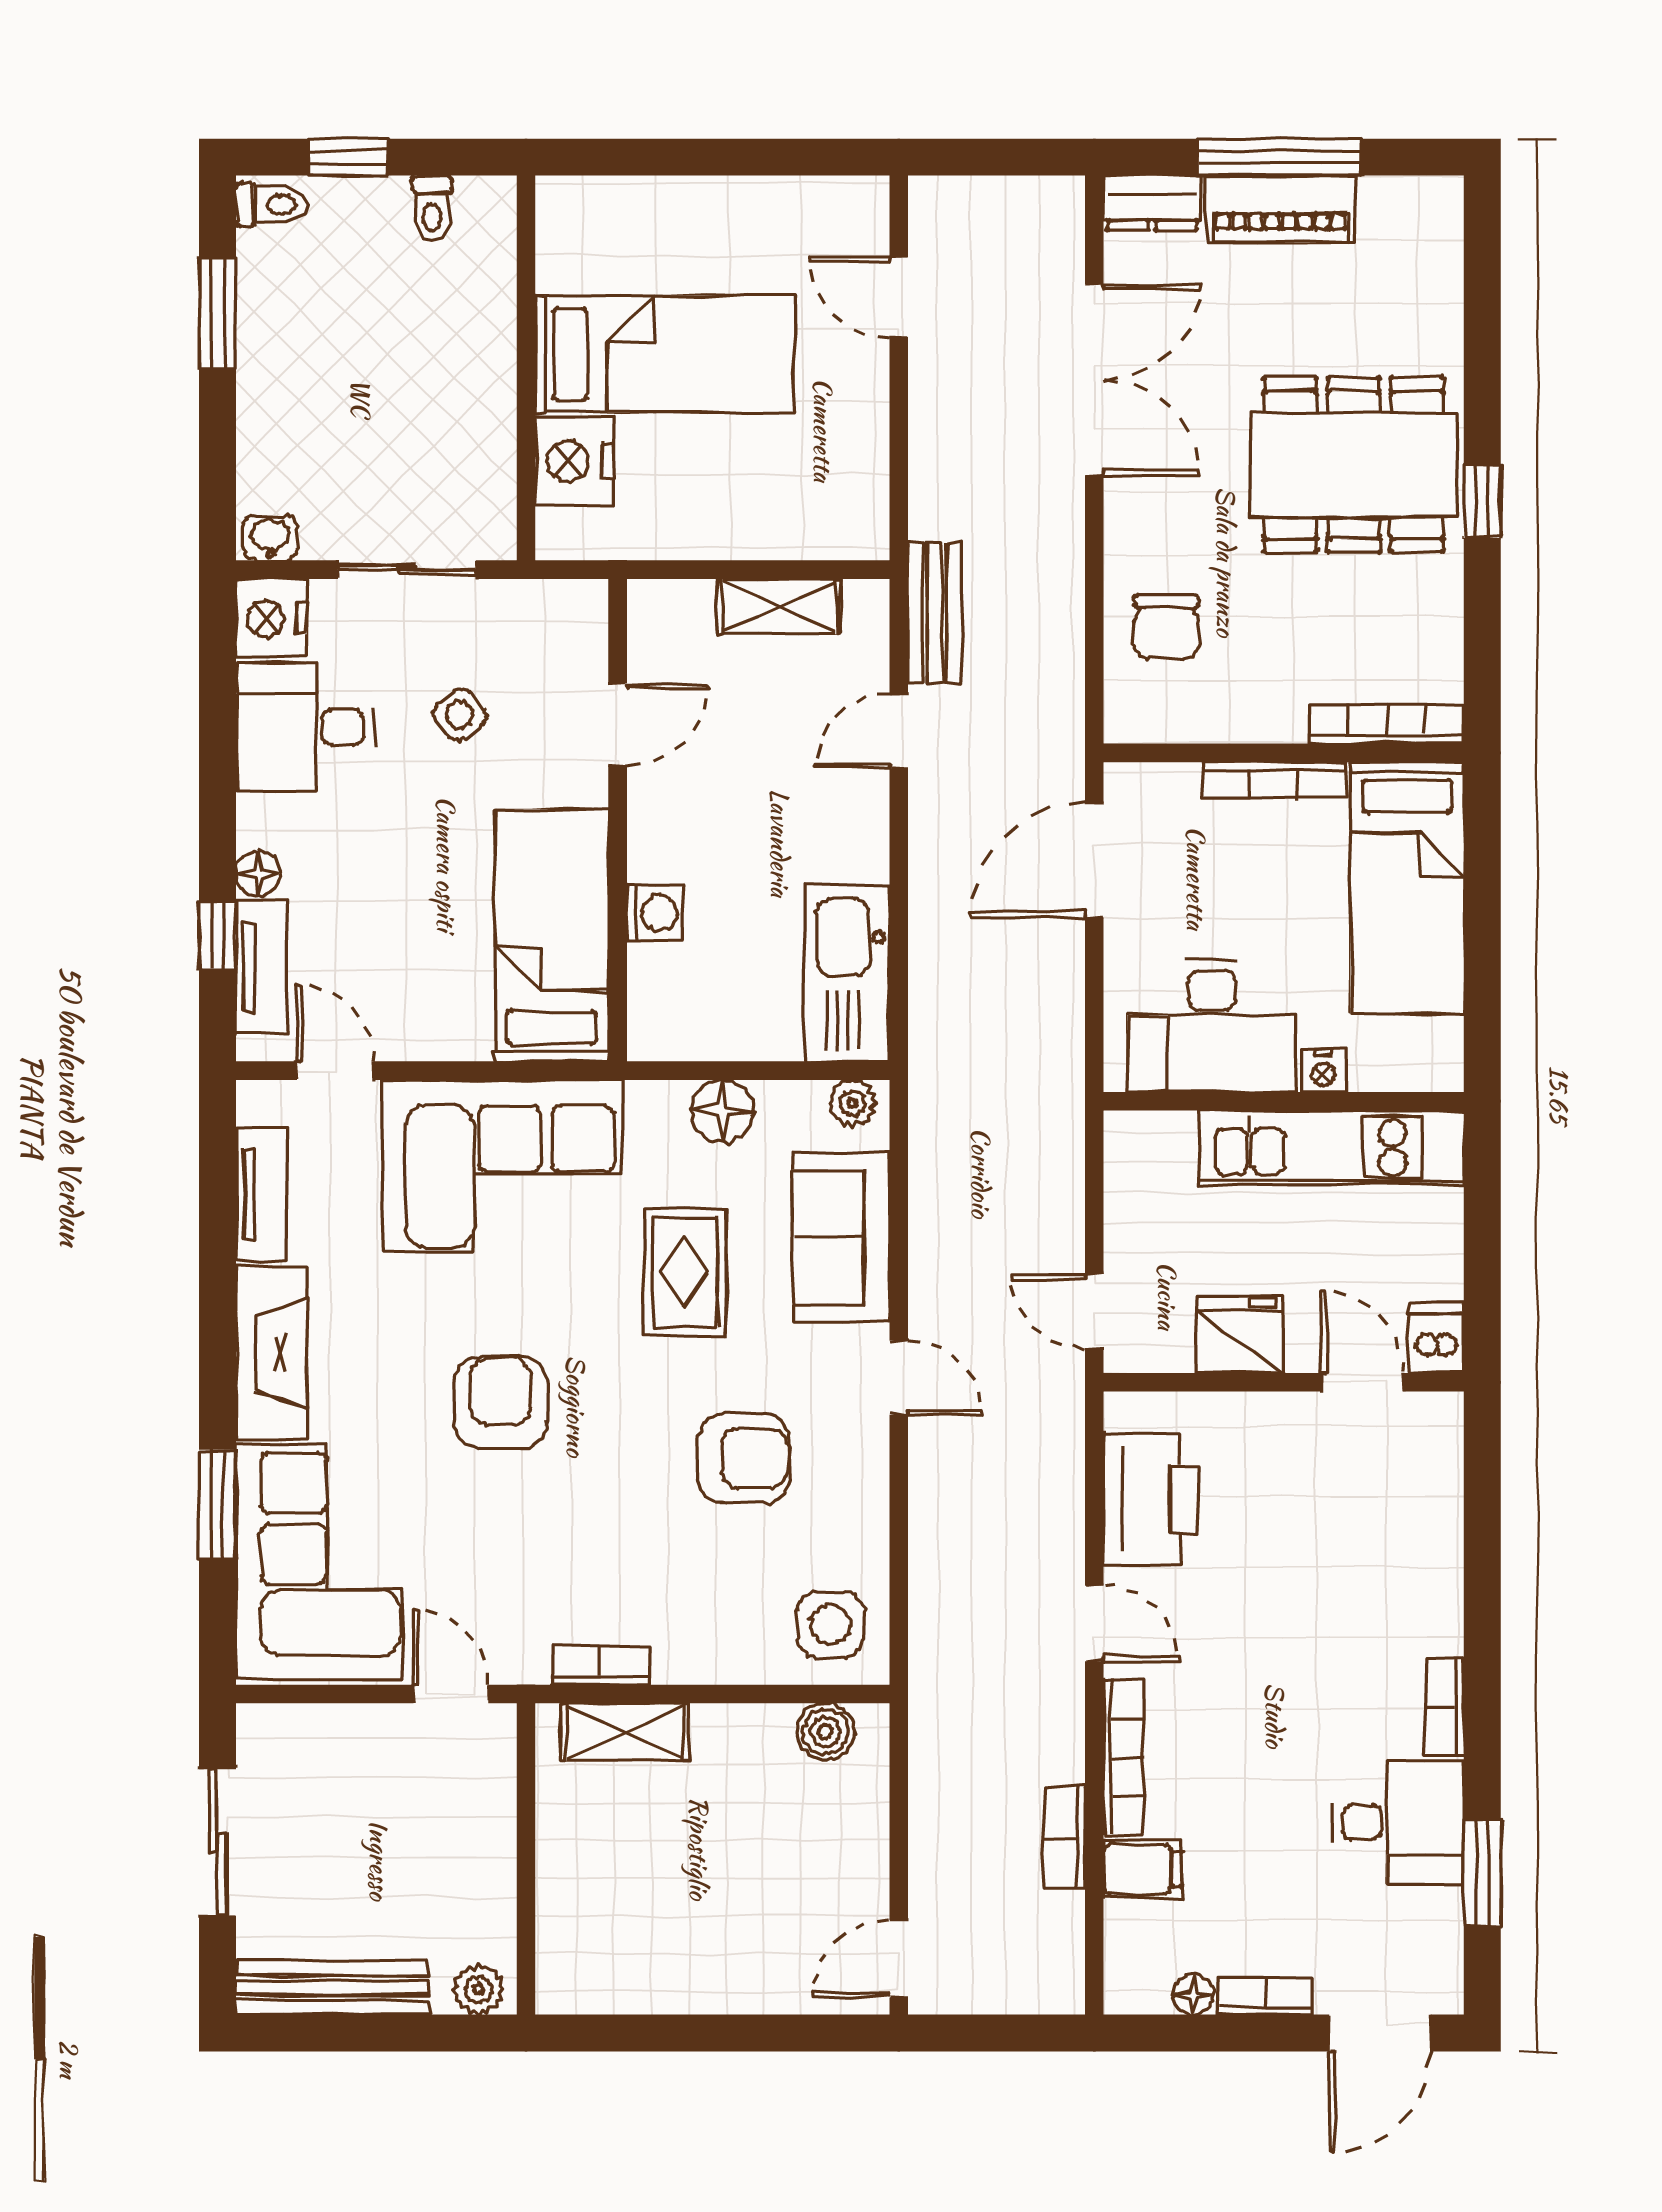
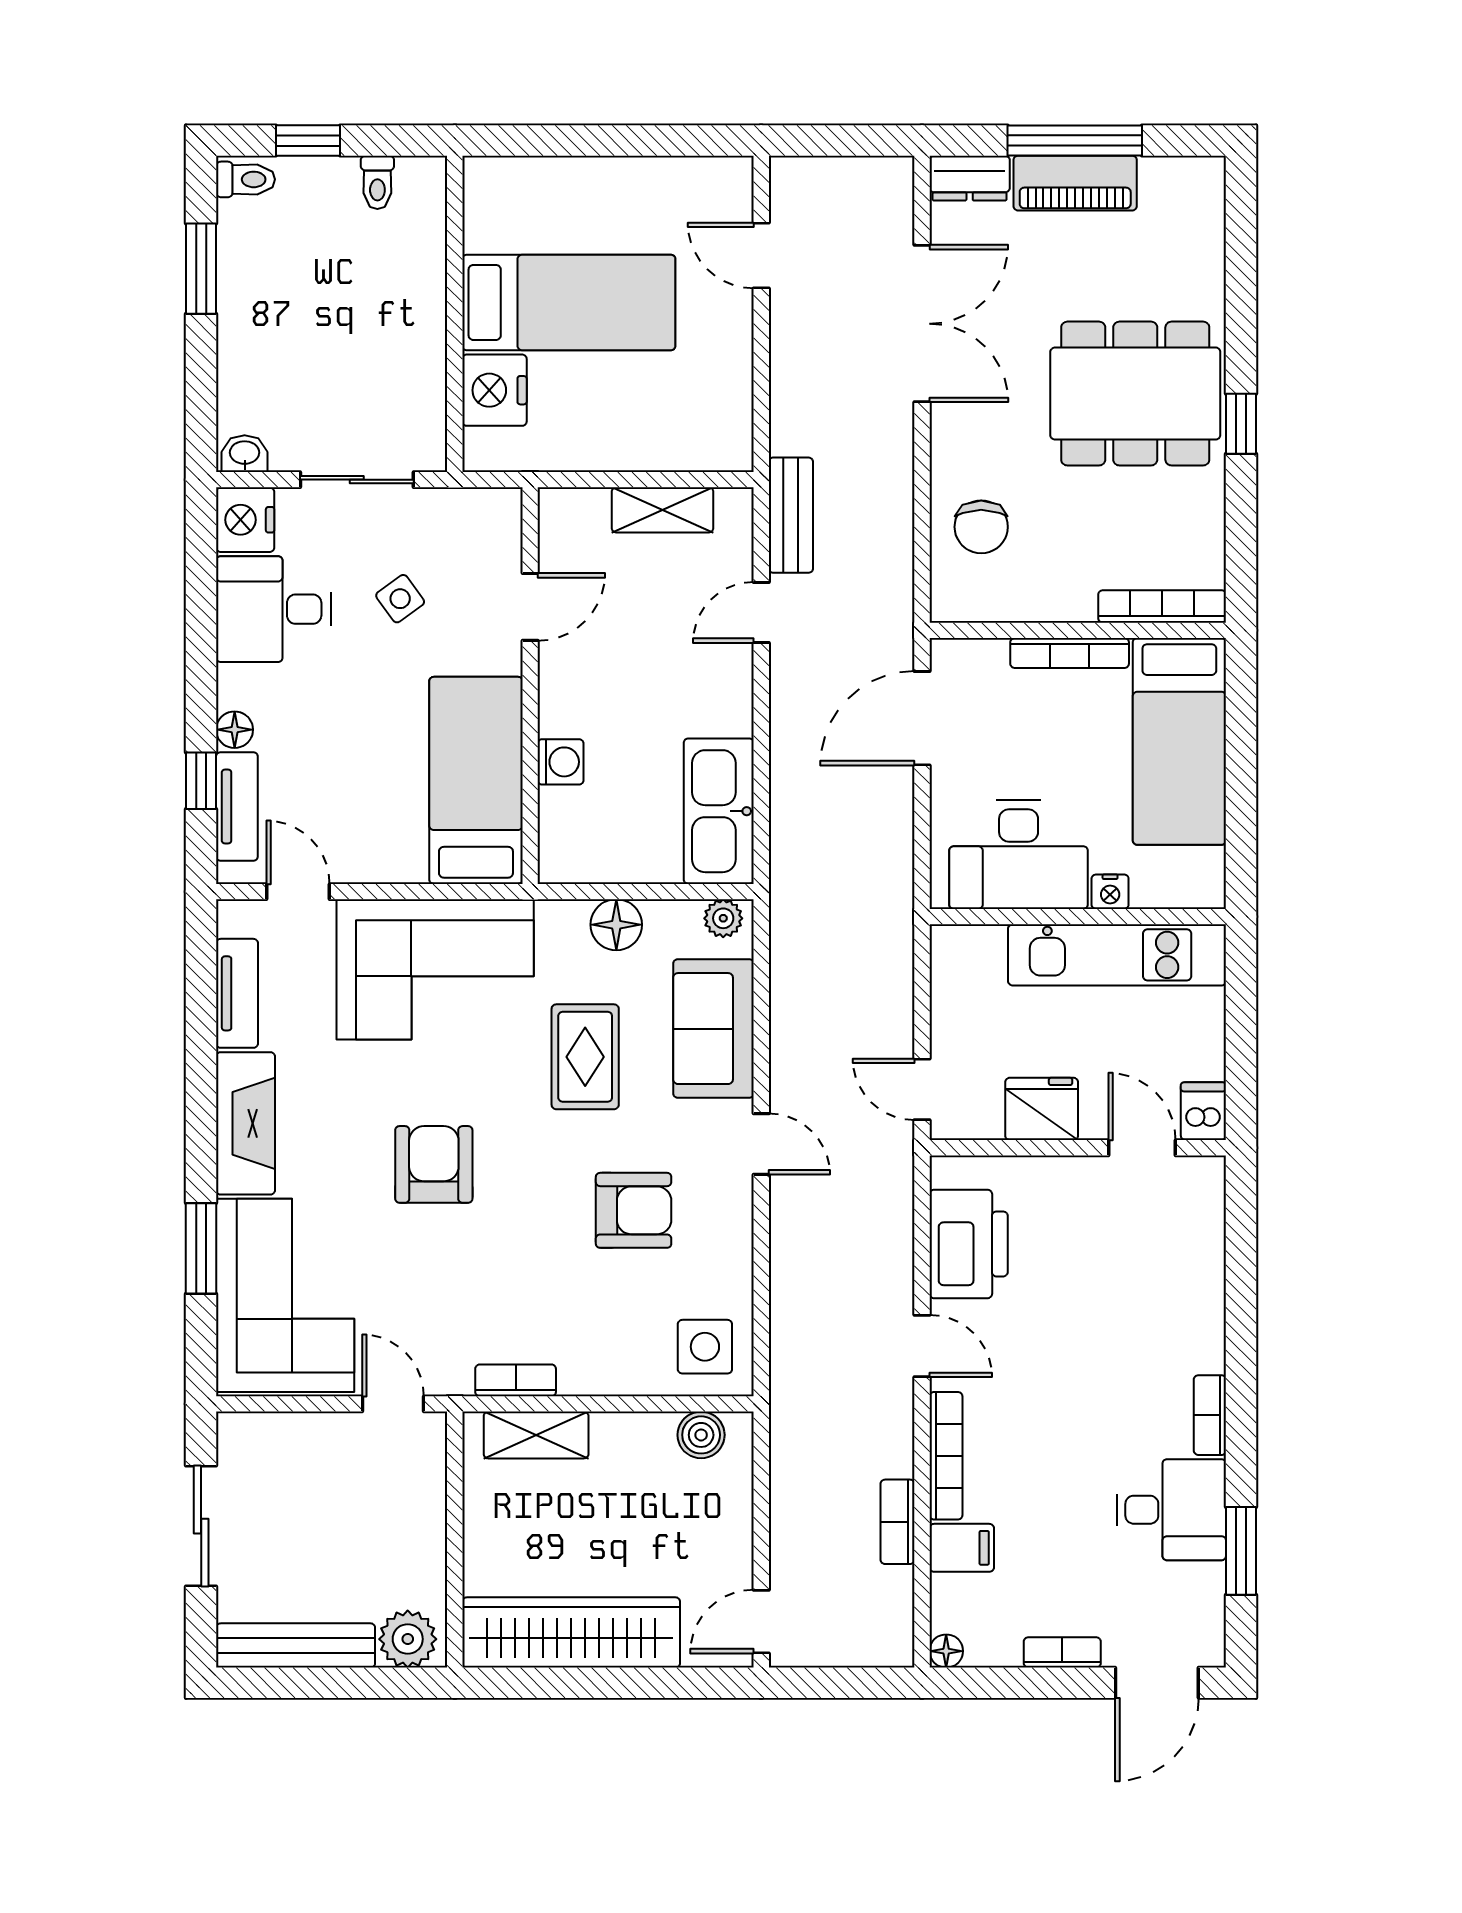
wardrobe: (668, 1972) -> (571, 1632), added
plant: (478, 1989) -> (408, 1639), width x1.38, depth x1.38
floor lamp: (1193, 1994) -> (946, 1651), moved

